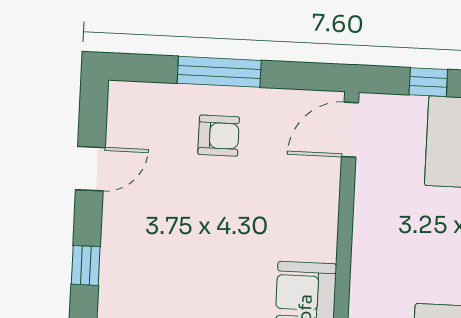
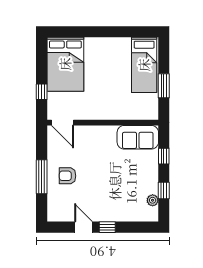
armchair: (219, 136) -> (68, 176), turned -90
window: (86, 265) -> (107, 227), moved

